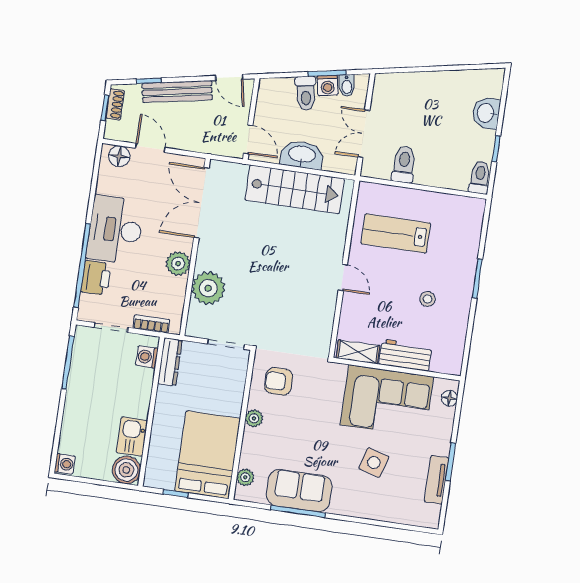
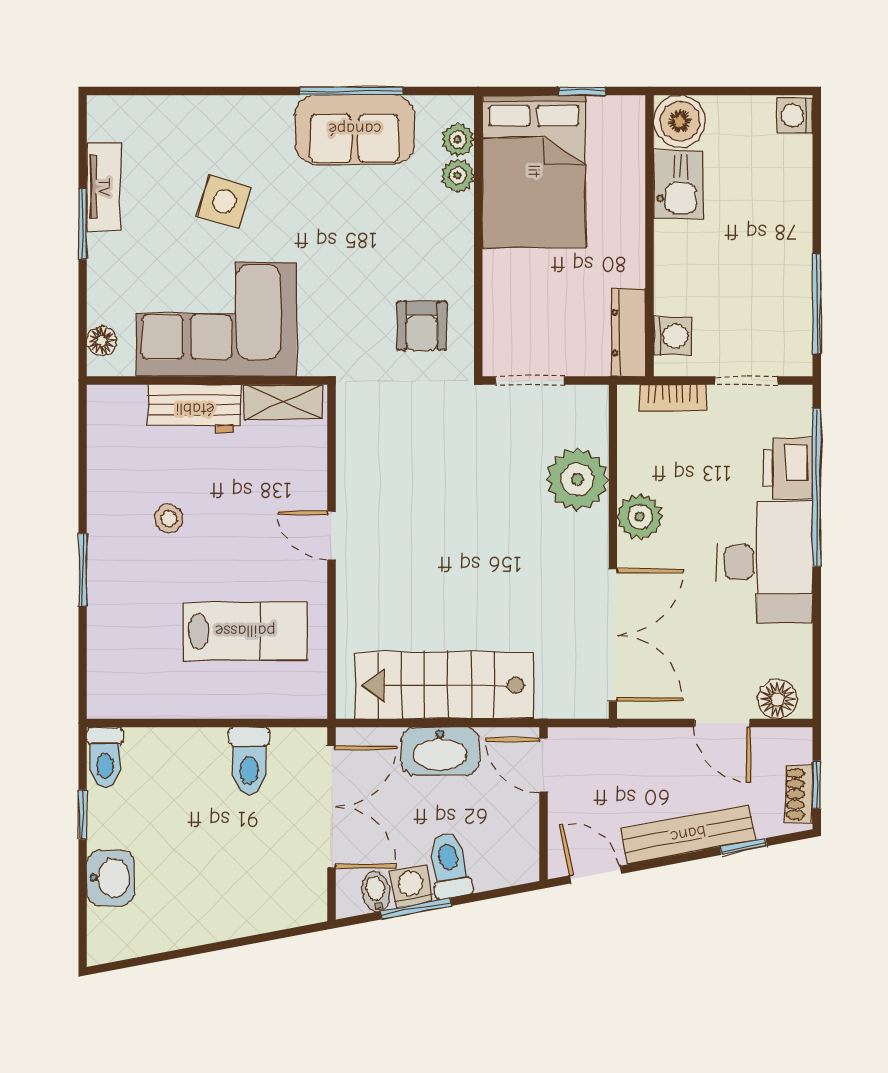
double door: (364, 134) -> (331, 807), width x1.37
armchair: (279, 381) -> (422, 326), turned 90
plant: (254, 418) -> (458, 176), moved

